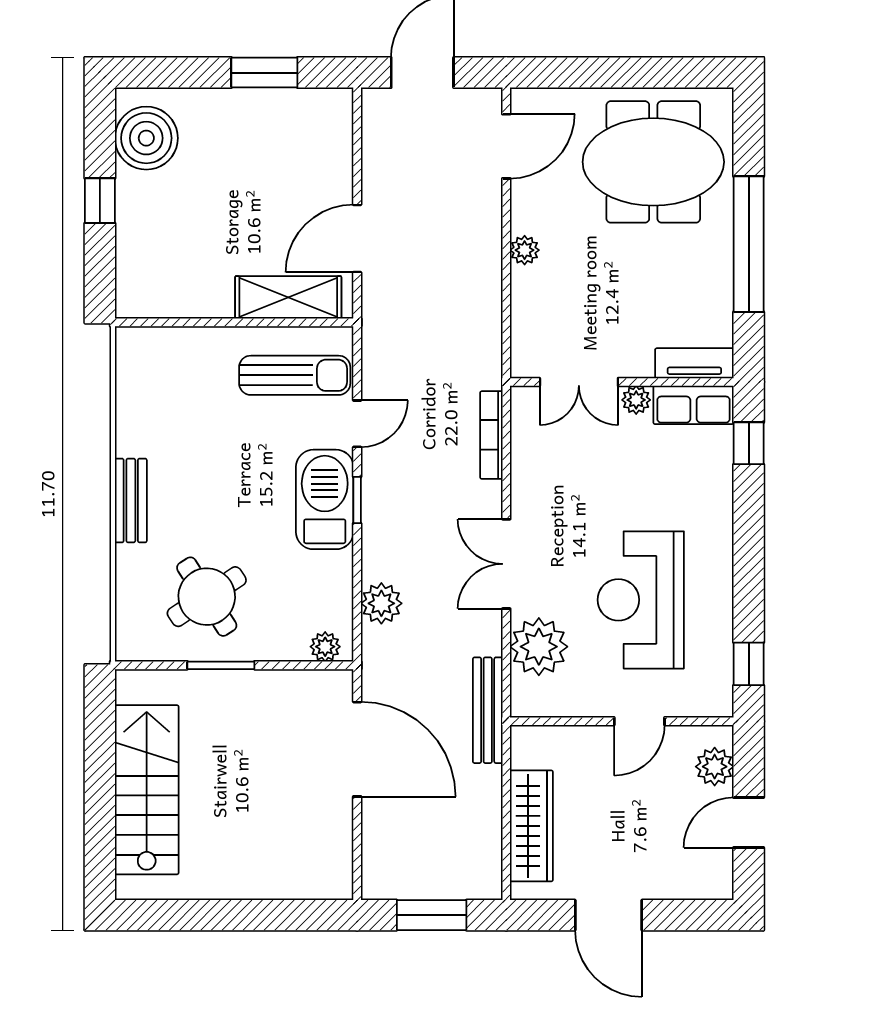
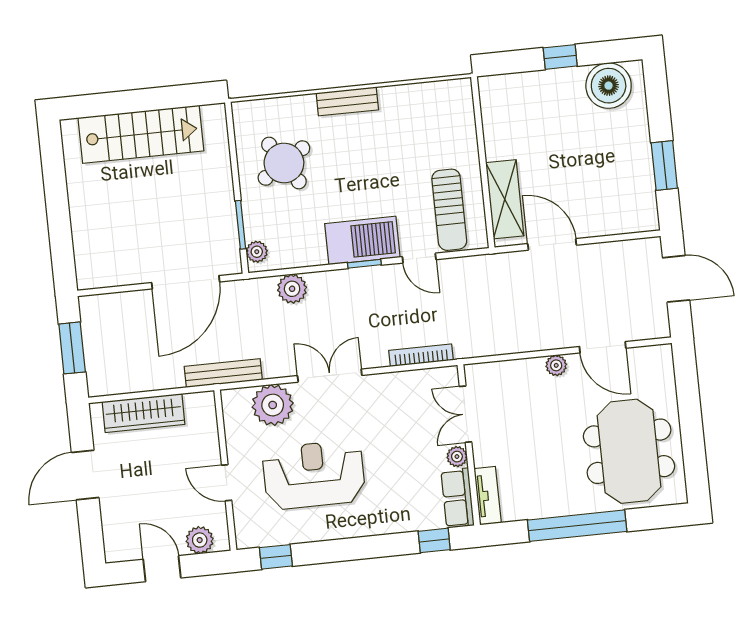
door: (506, 146) -> (603, 347), moved
window: (221, 665) -> (240, 225), moved

